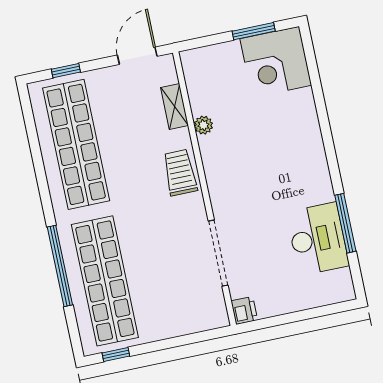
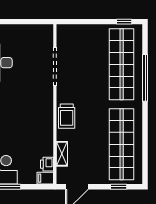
filing cabinet: (194, 59) -> (45, 178), added
plant: (203, 125) -> (48, 140), removed
printer: (244, 310) -> (47, 164), moved

